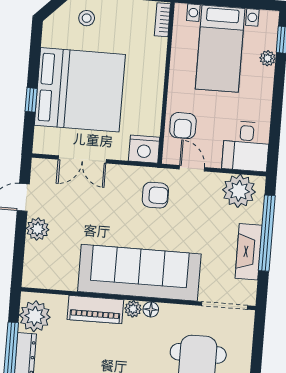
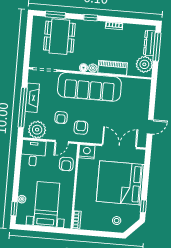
window: (31, 100) -> (143, 206), moved
armchair: (183, 126) -> (66, 164), turned 180
double door: (82, 159) -> (119, 146), width x1.37
door: (192, 168) -> (62, 142), hinge flipped
armchair: (155, 195) -> (81, 128), turned 90
armchair: (193, 214) -> (61, 118), added
plant: (38, 229) -> (143, 110), removed

